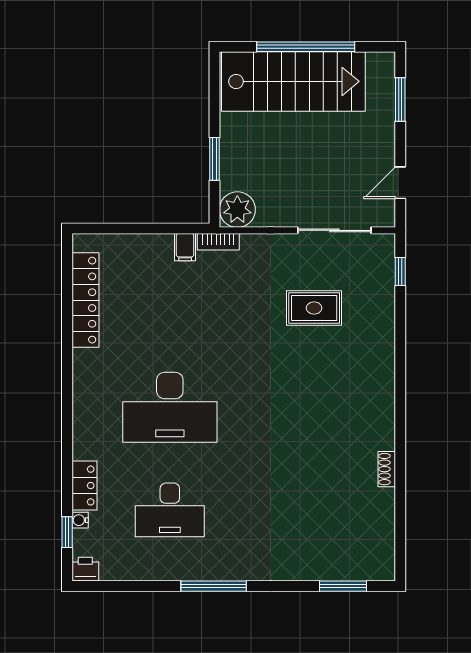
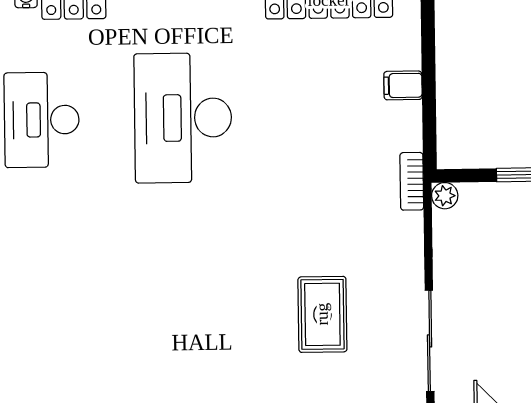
plant: (237, 210) -> (445, 196), width x0.53, depth x0.53
filing cabinet: (185, 247) -> (403, 85), moved

